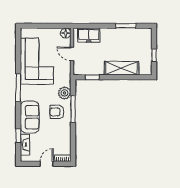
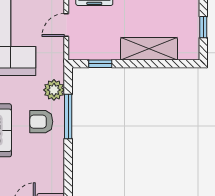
door: (72, 54) -> (66, 25), hinge flipped

